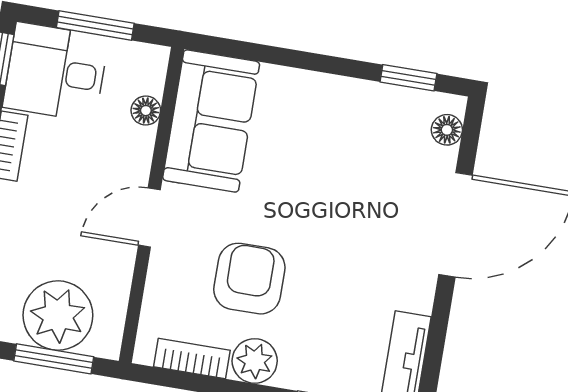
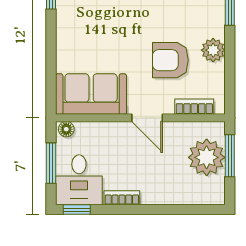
floor lamp: (146, 111) -> (66, 129), moved
bookcase: (192, 358) -> (194, 107), moved, turned 90

